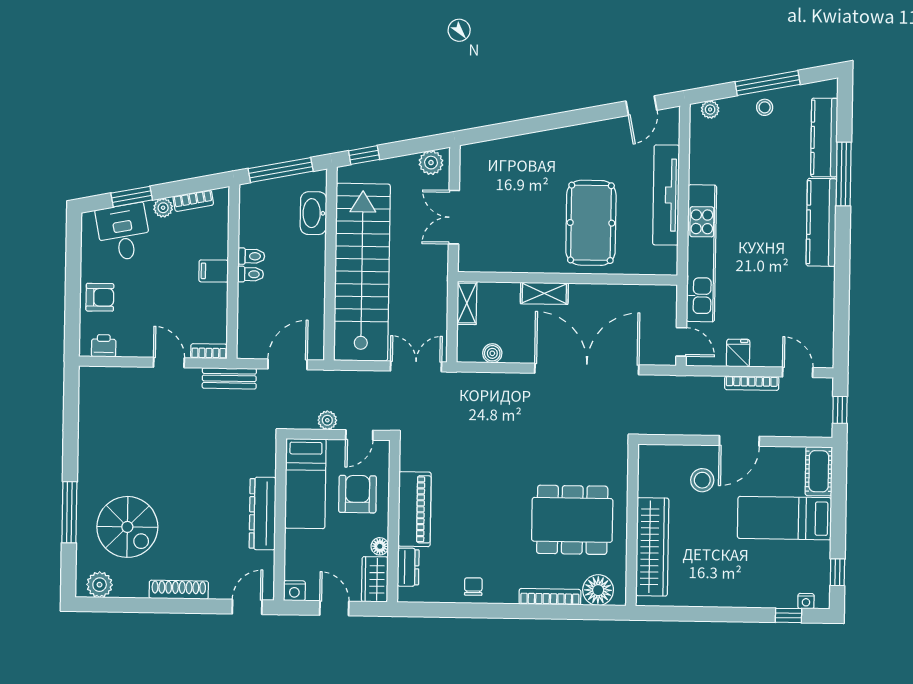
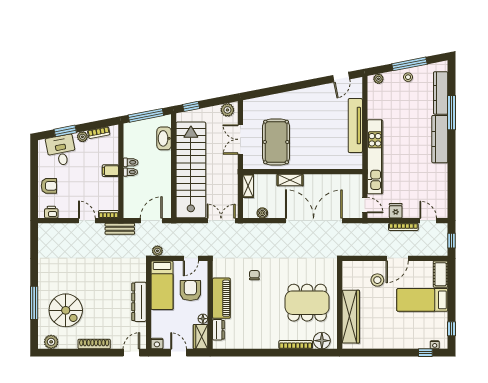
pool table: (591, 223) -> (276, 142), moved
plant: (327, 420) -> (157, 251), moved
chair: (473, 587) -> (254, 275), moved

